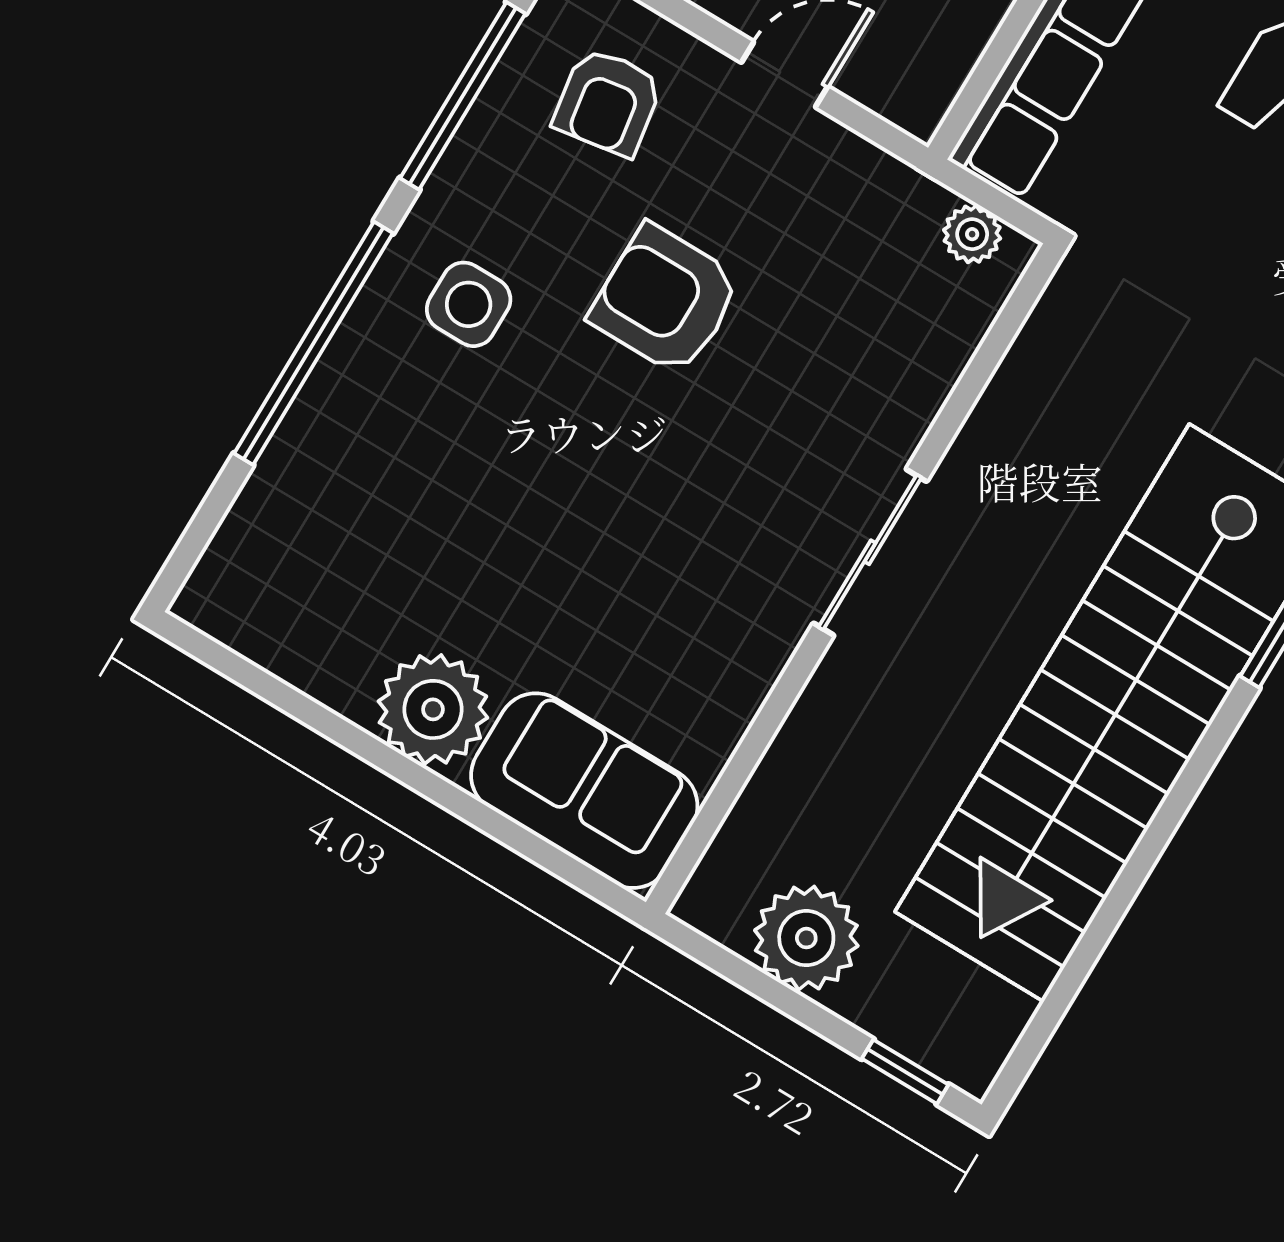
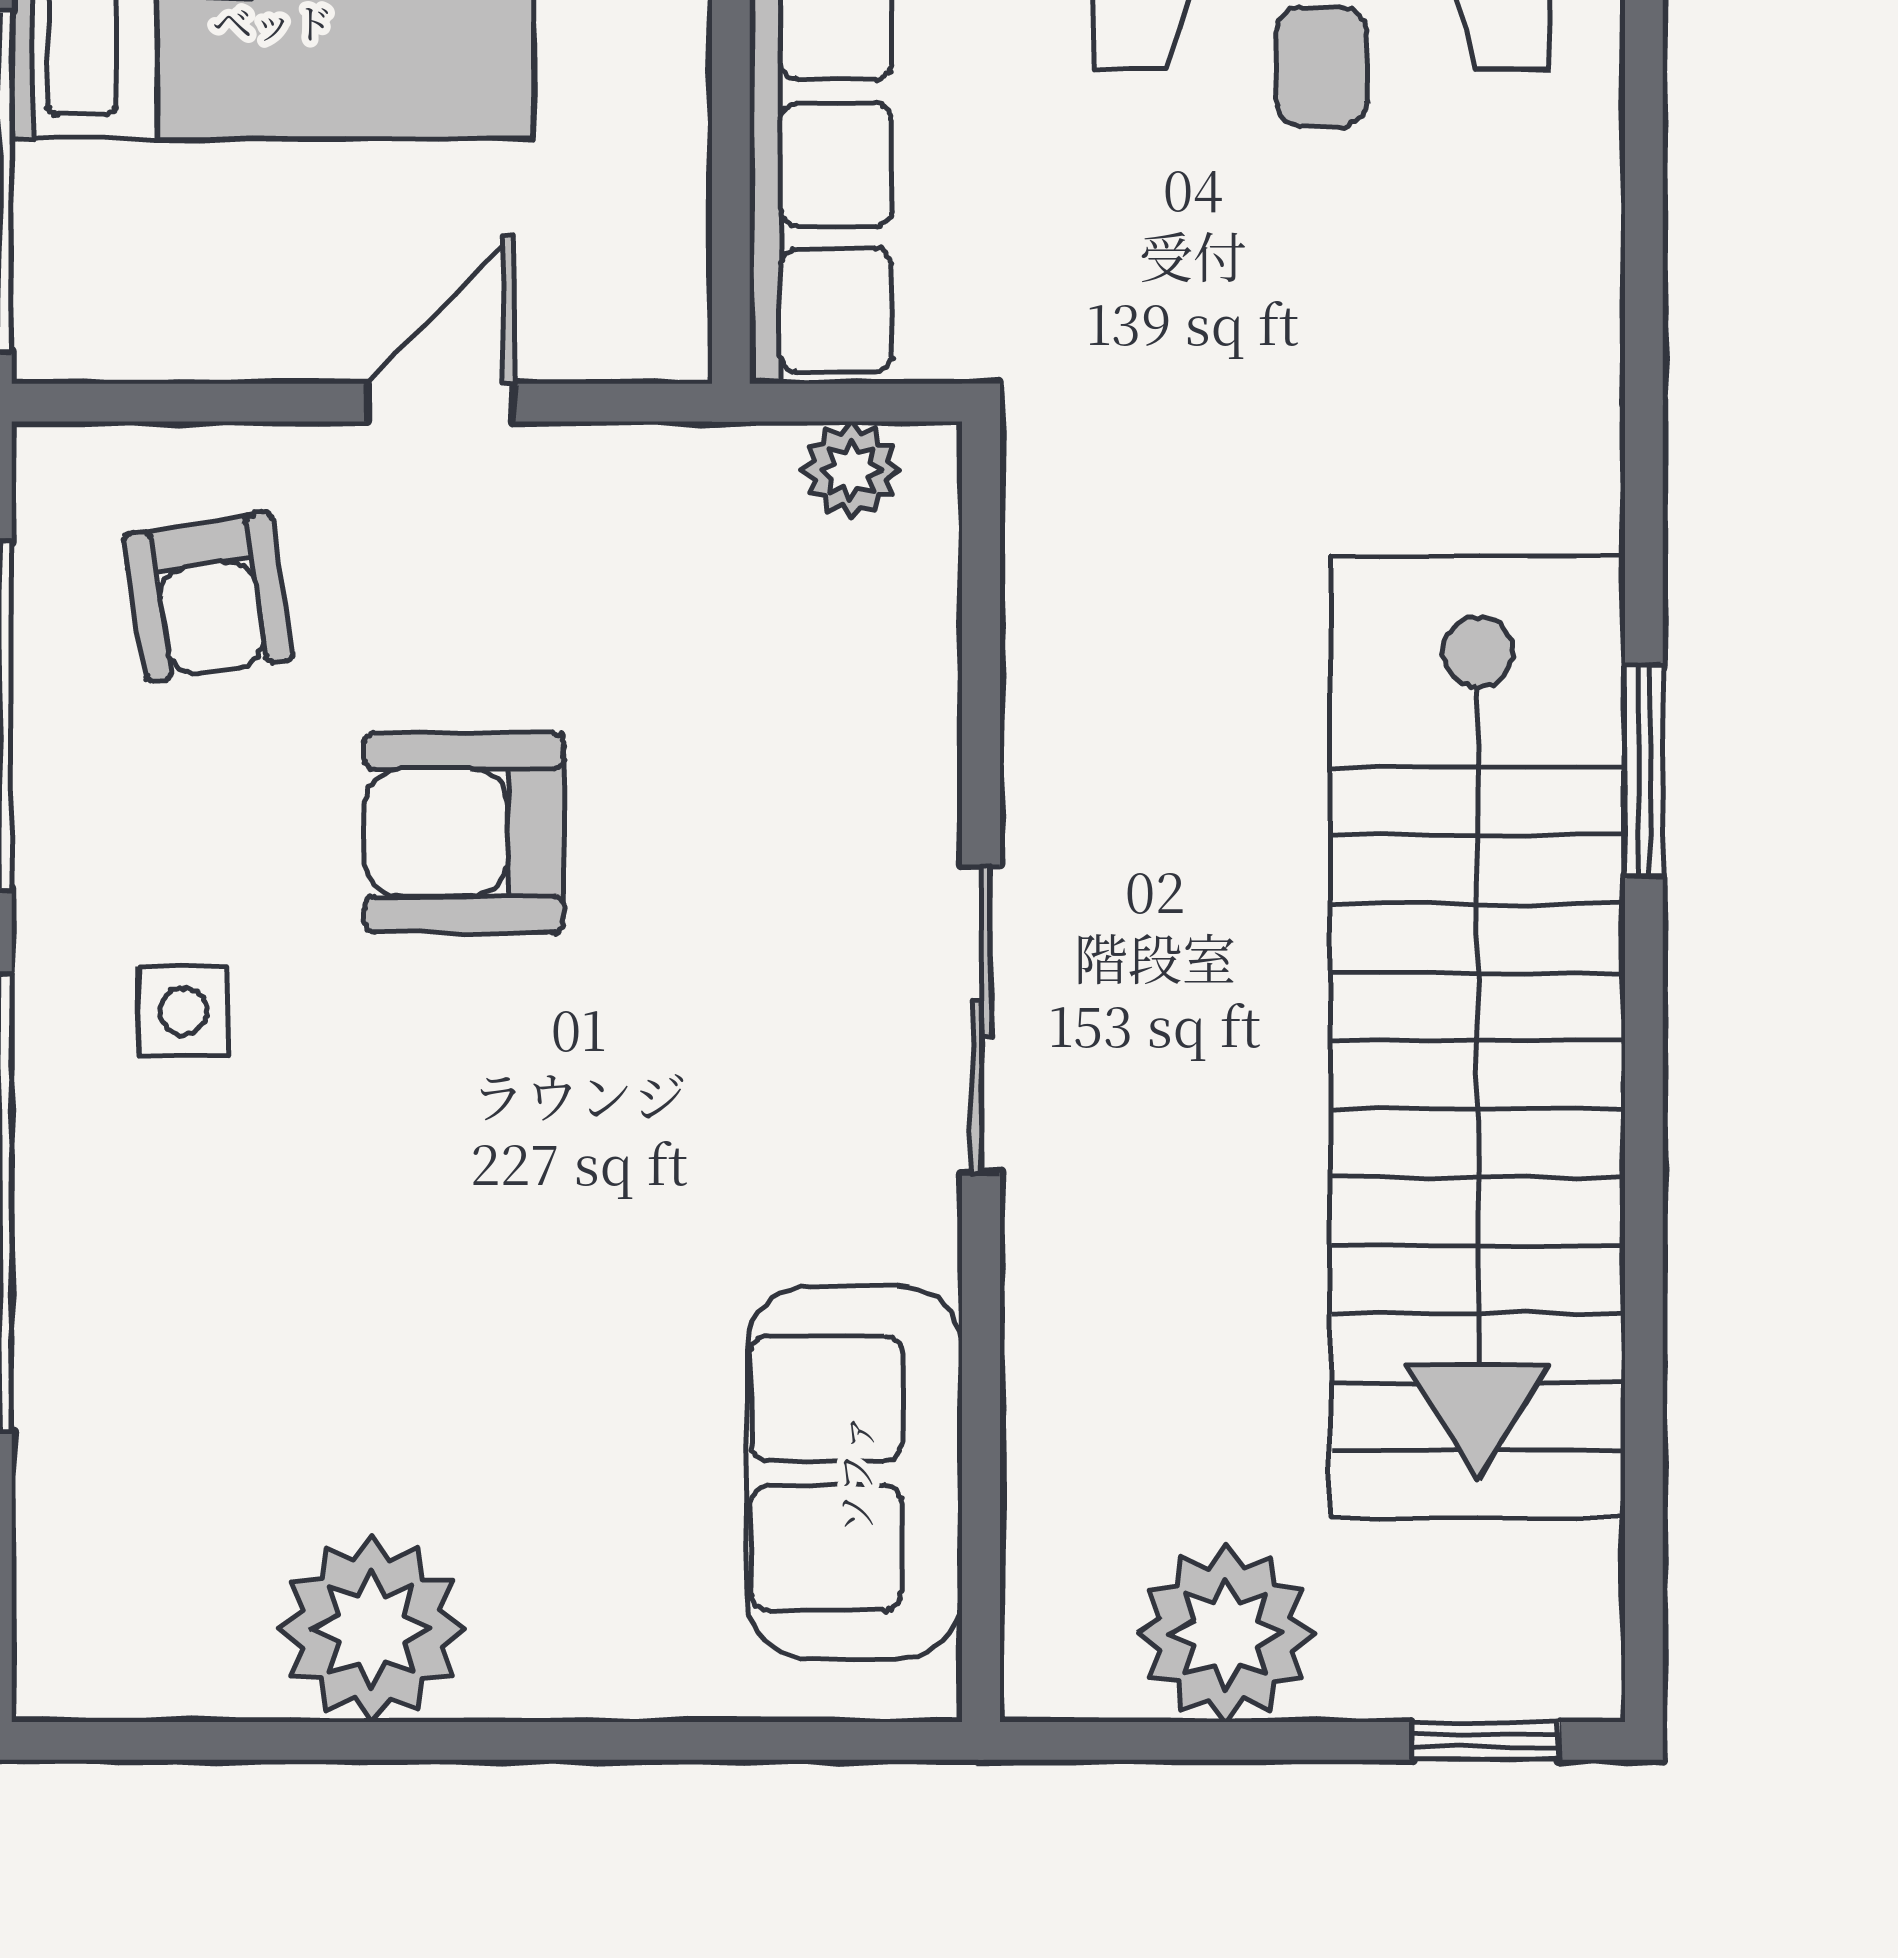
side table: (469, 304) -> (183, 1011), width x0.73, depth x0.73
plant: (433, 709) -> (372, 1629), moved
sofa: (584, 791) -> (854, 1473), moved, turned -90

